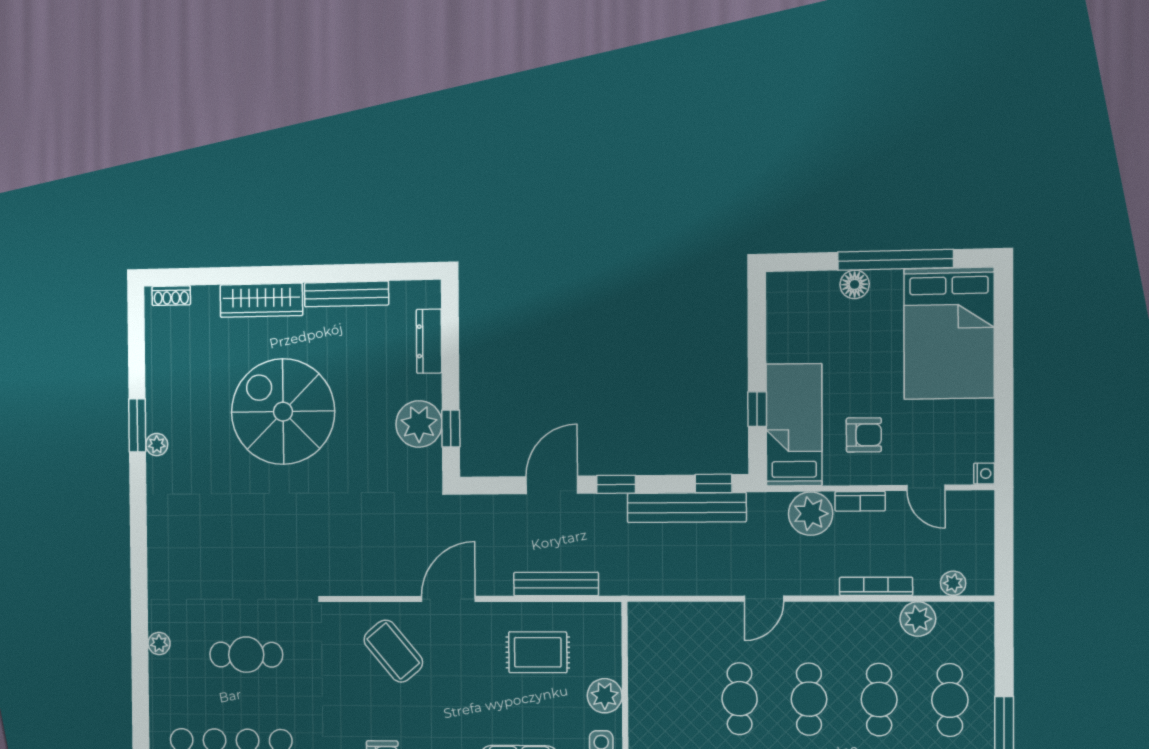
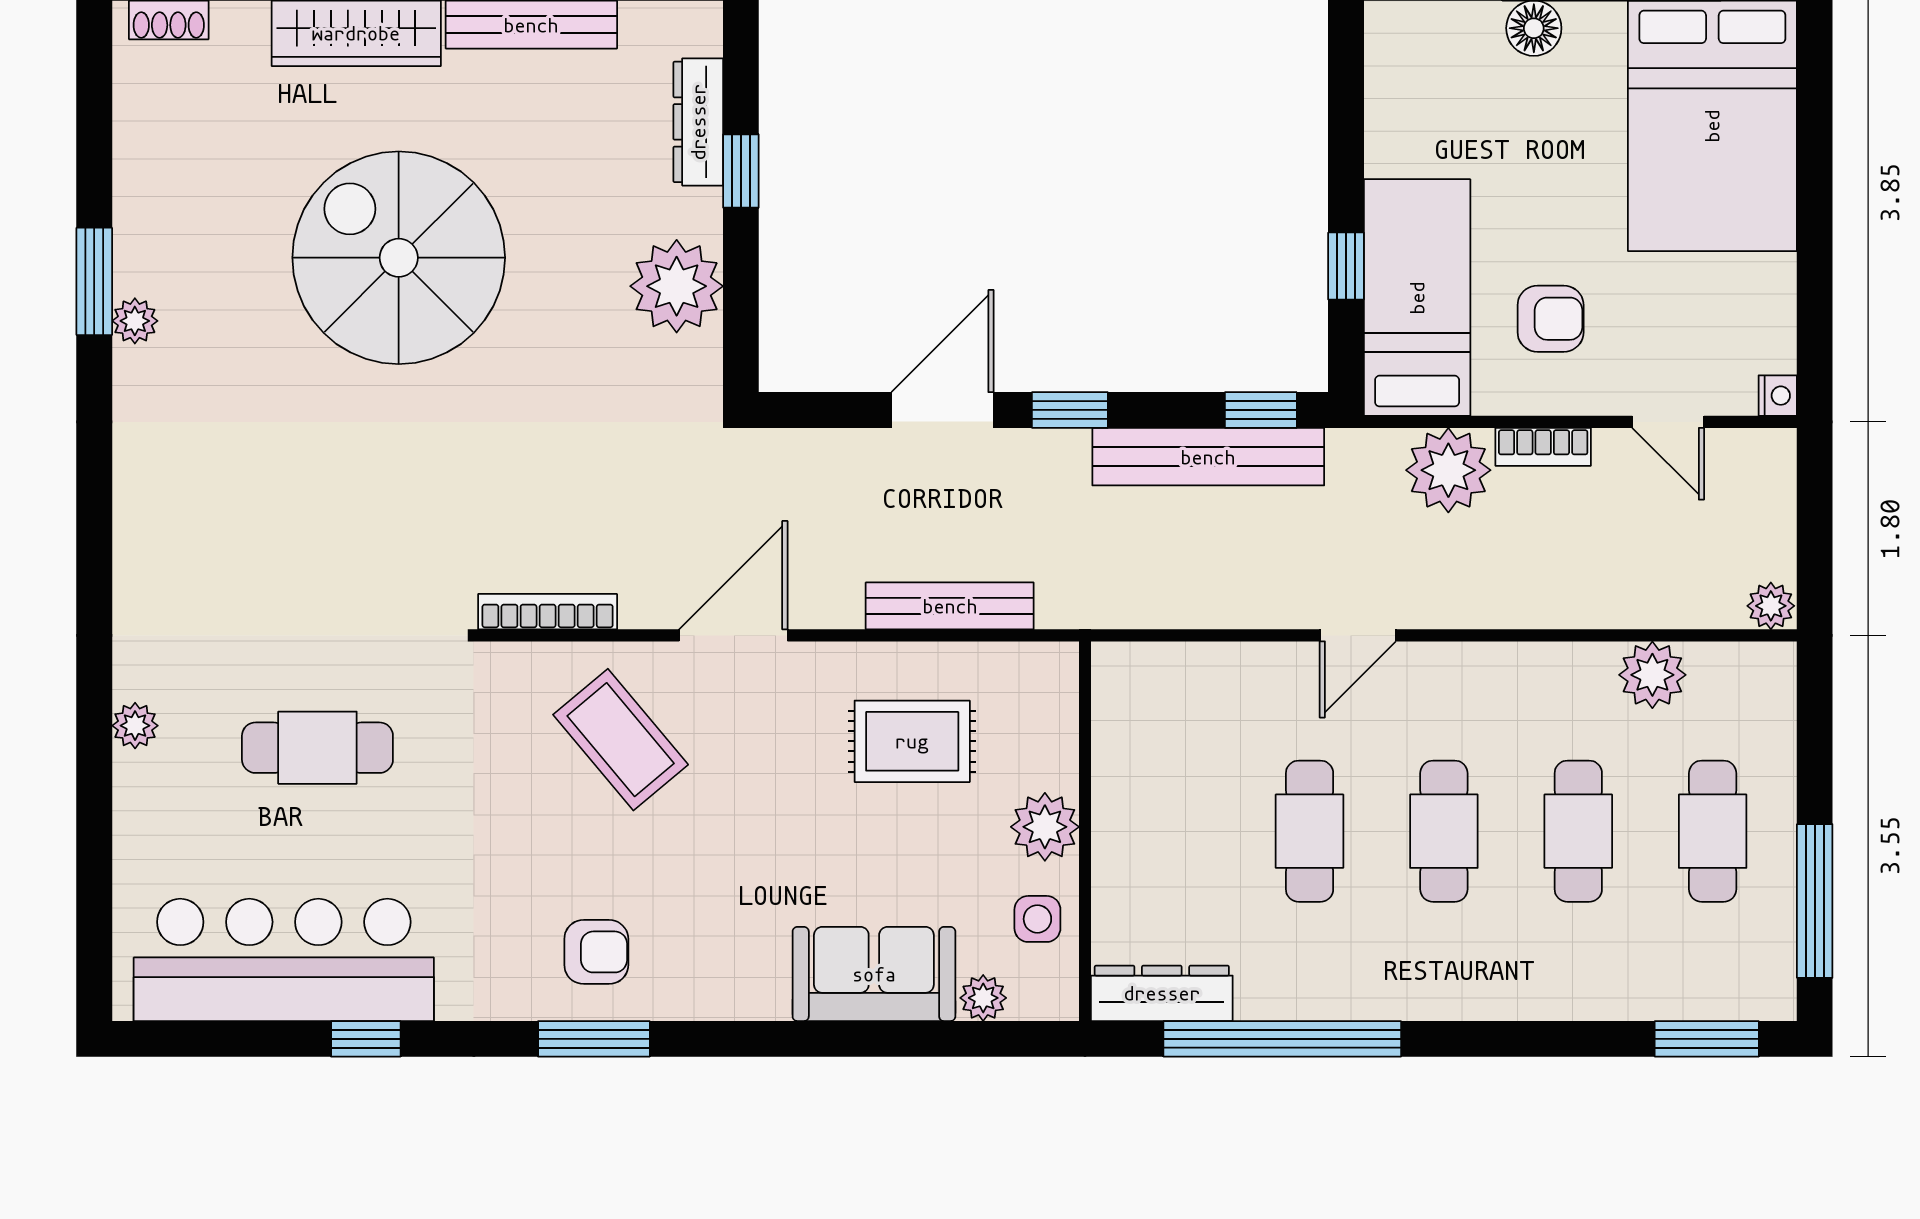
window: (451, 428) -> (741, 171), moved
plant: (953, 583) -> (1771, 606), moved
bookcase: (876, 586) -> (548, 612), moved

